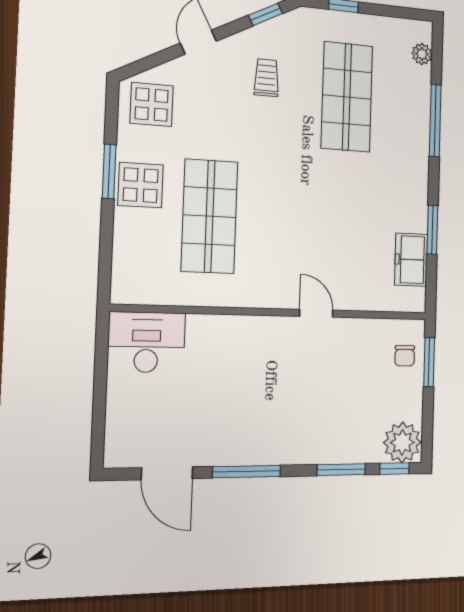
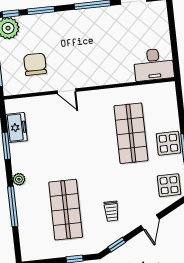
plant: (422, 54) -> (19, 179), moved
chair: (405, 356) -> (35, 64), moved, width x1.87, depth x1.87

